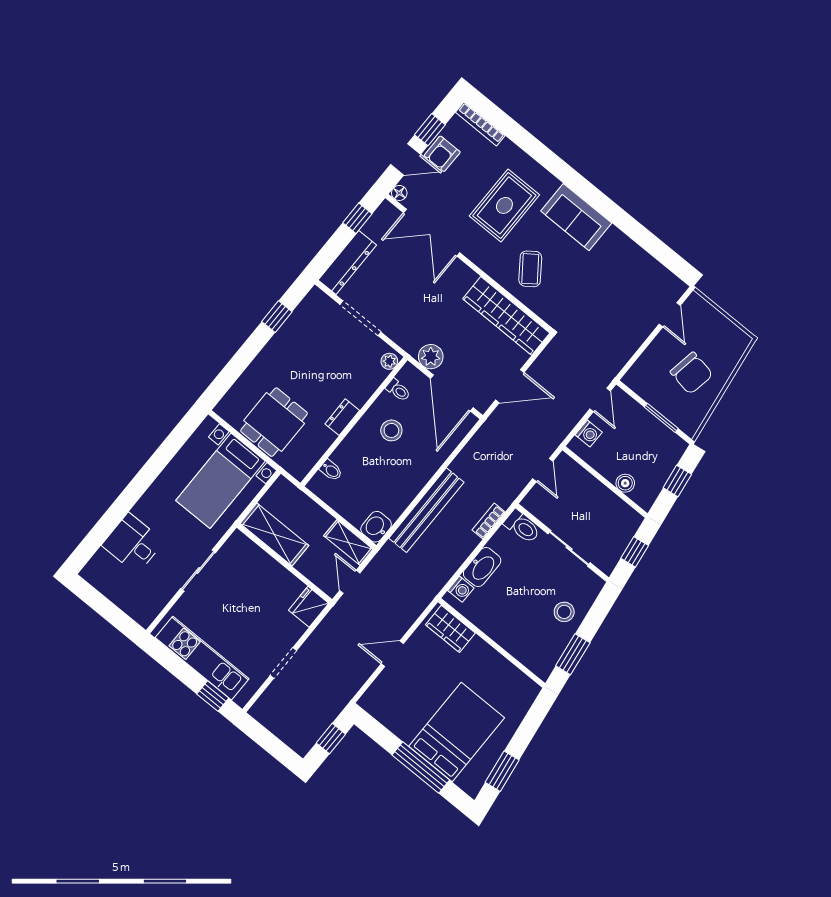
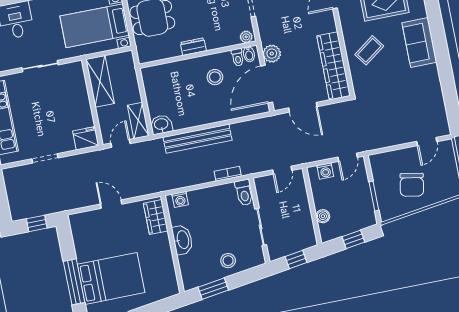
bidet: (331, 470) -> (249, 54), moved
washbasin: (482, 567) -> (182, 240), moved, turned -90

